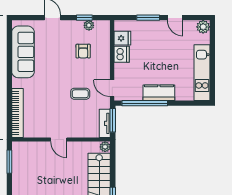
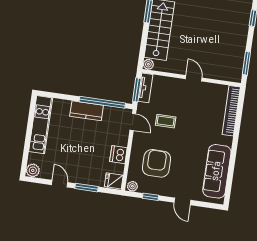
plant: (89, 25) -> (132, 186), moved
fridge: (122, 38) -> (114, 181), moved
armchair: (83, 51) -> (157, 163), width x1.88, depth x1.88

